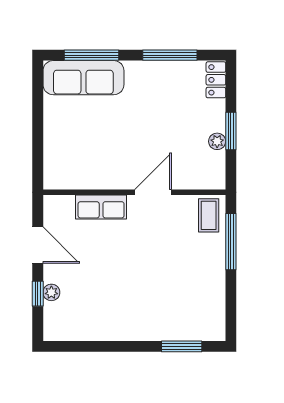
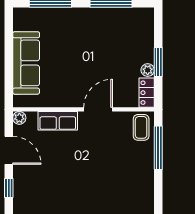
sofa: (83, 78) -> (26, 63), moved, turned -90
locker: (216, 80) -> (147, 93), moved
plant: (51, 292) -> (19, 118), moved

